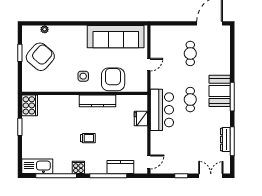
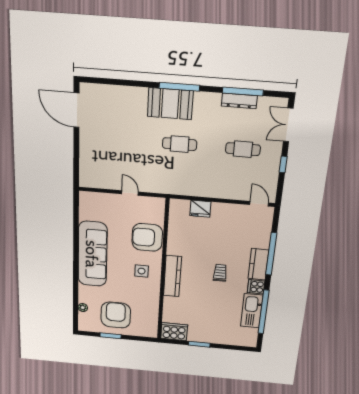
sofa: (116, 37) -> (92, 254), moved
cafe table: (190, 53) -> (243, 149), moved
armchair: (40, 57) -> (116, 315), turned 49
kitchen counter: (98, 101) -> (172, 276), moved
bar counter: (162, 110) -> (191, 182), removed
kitchen sink: (37, 166) -> (252, 311), moved
kitchen counter: (120, 167) -> (258, 264), moved

